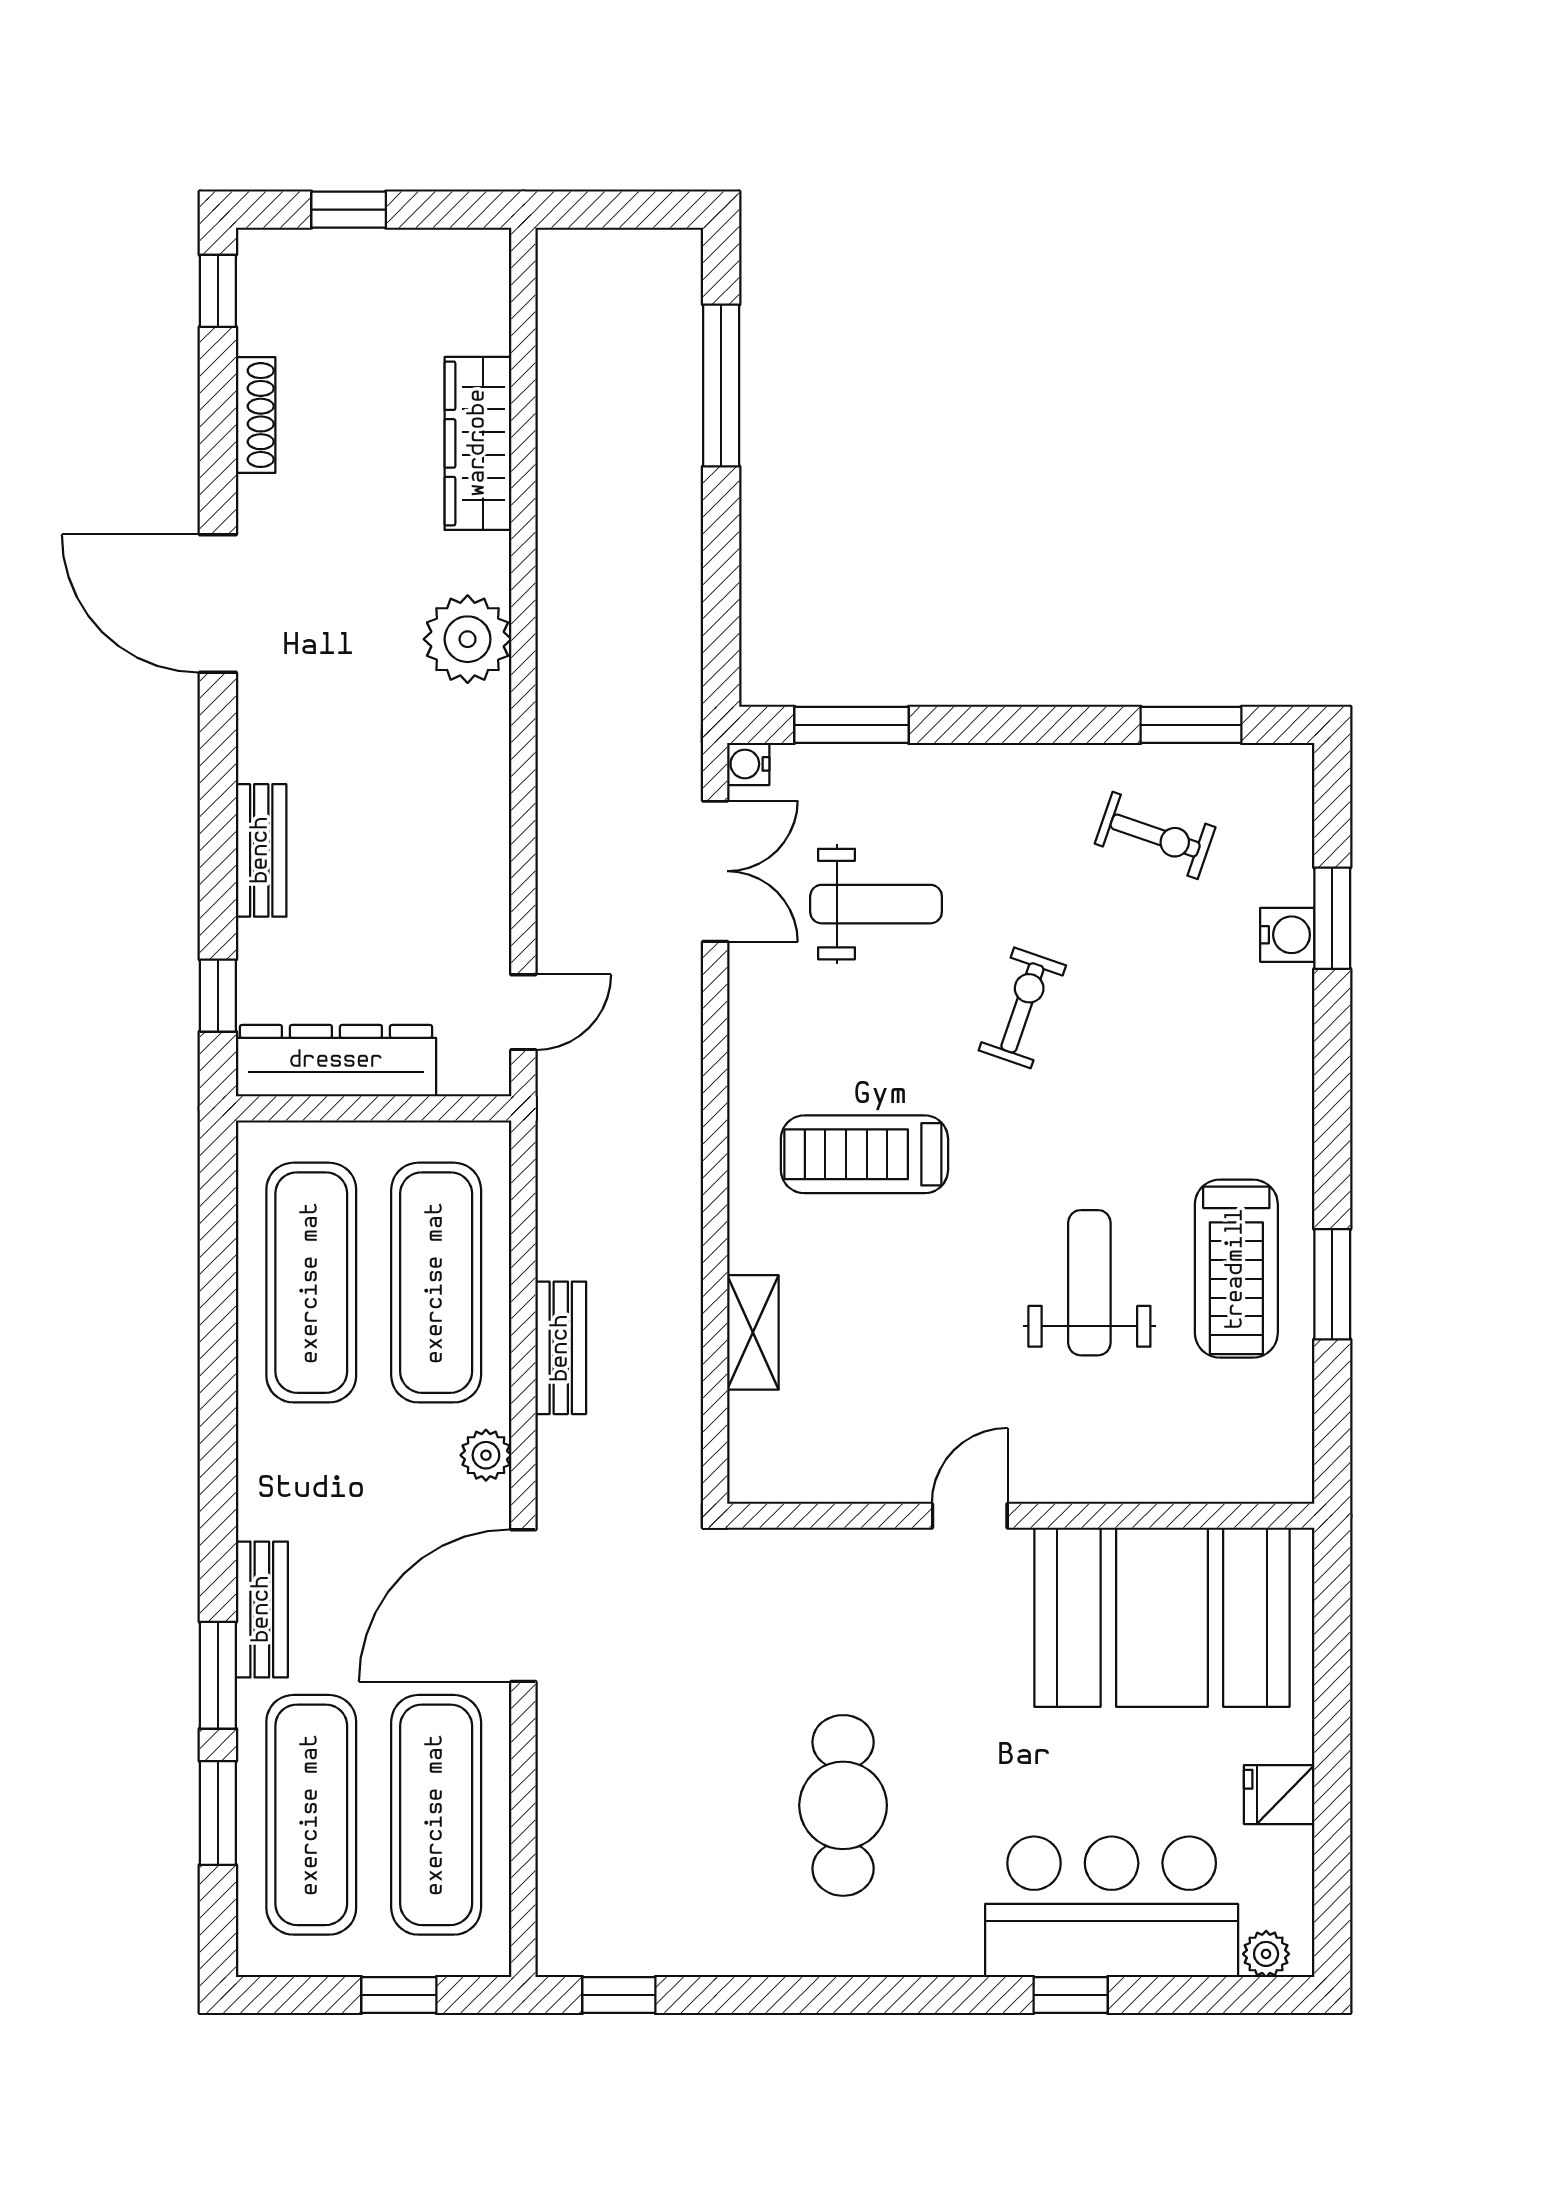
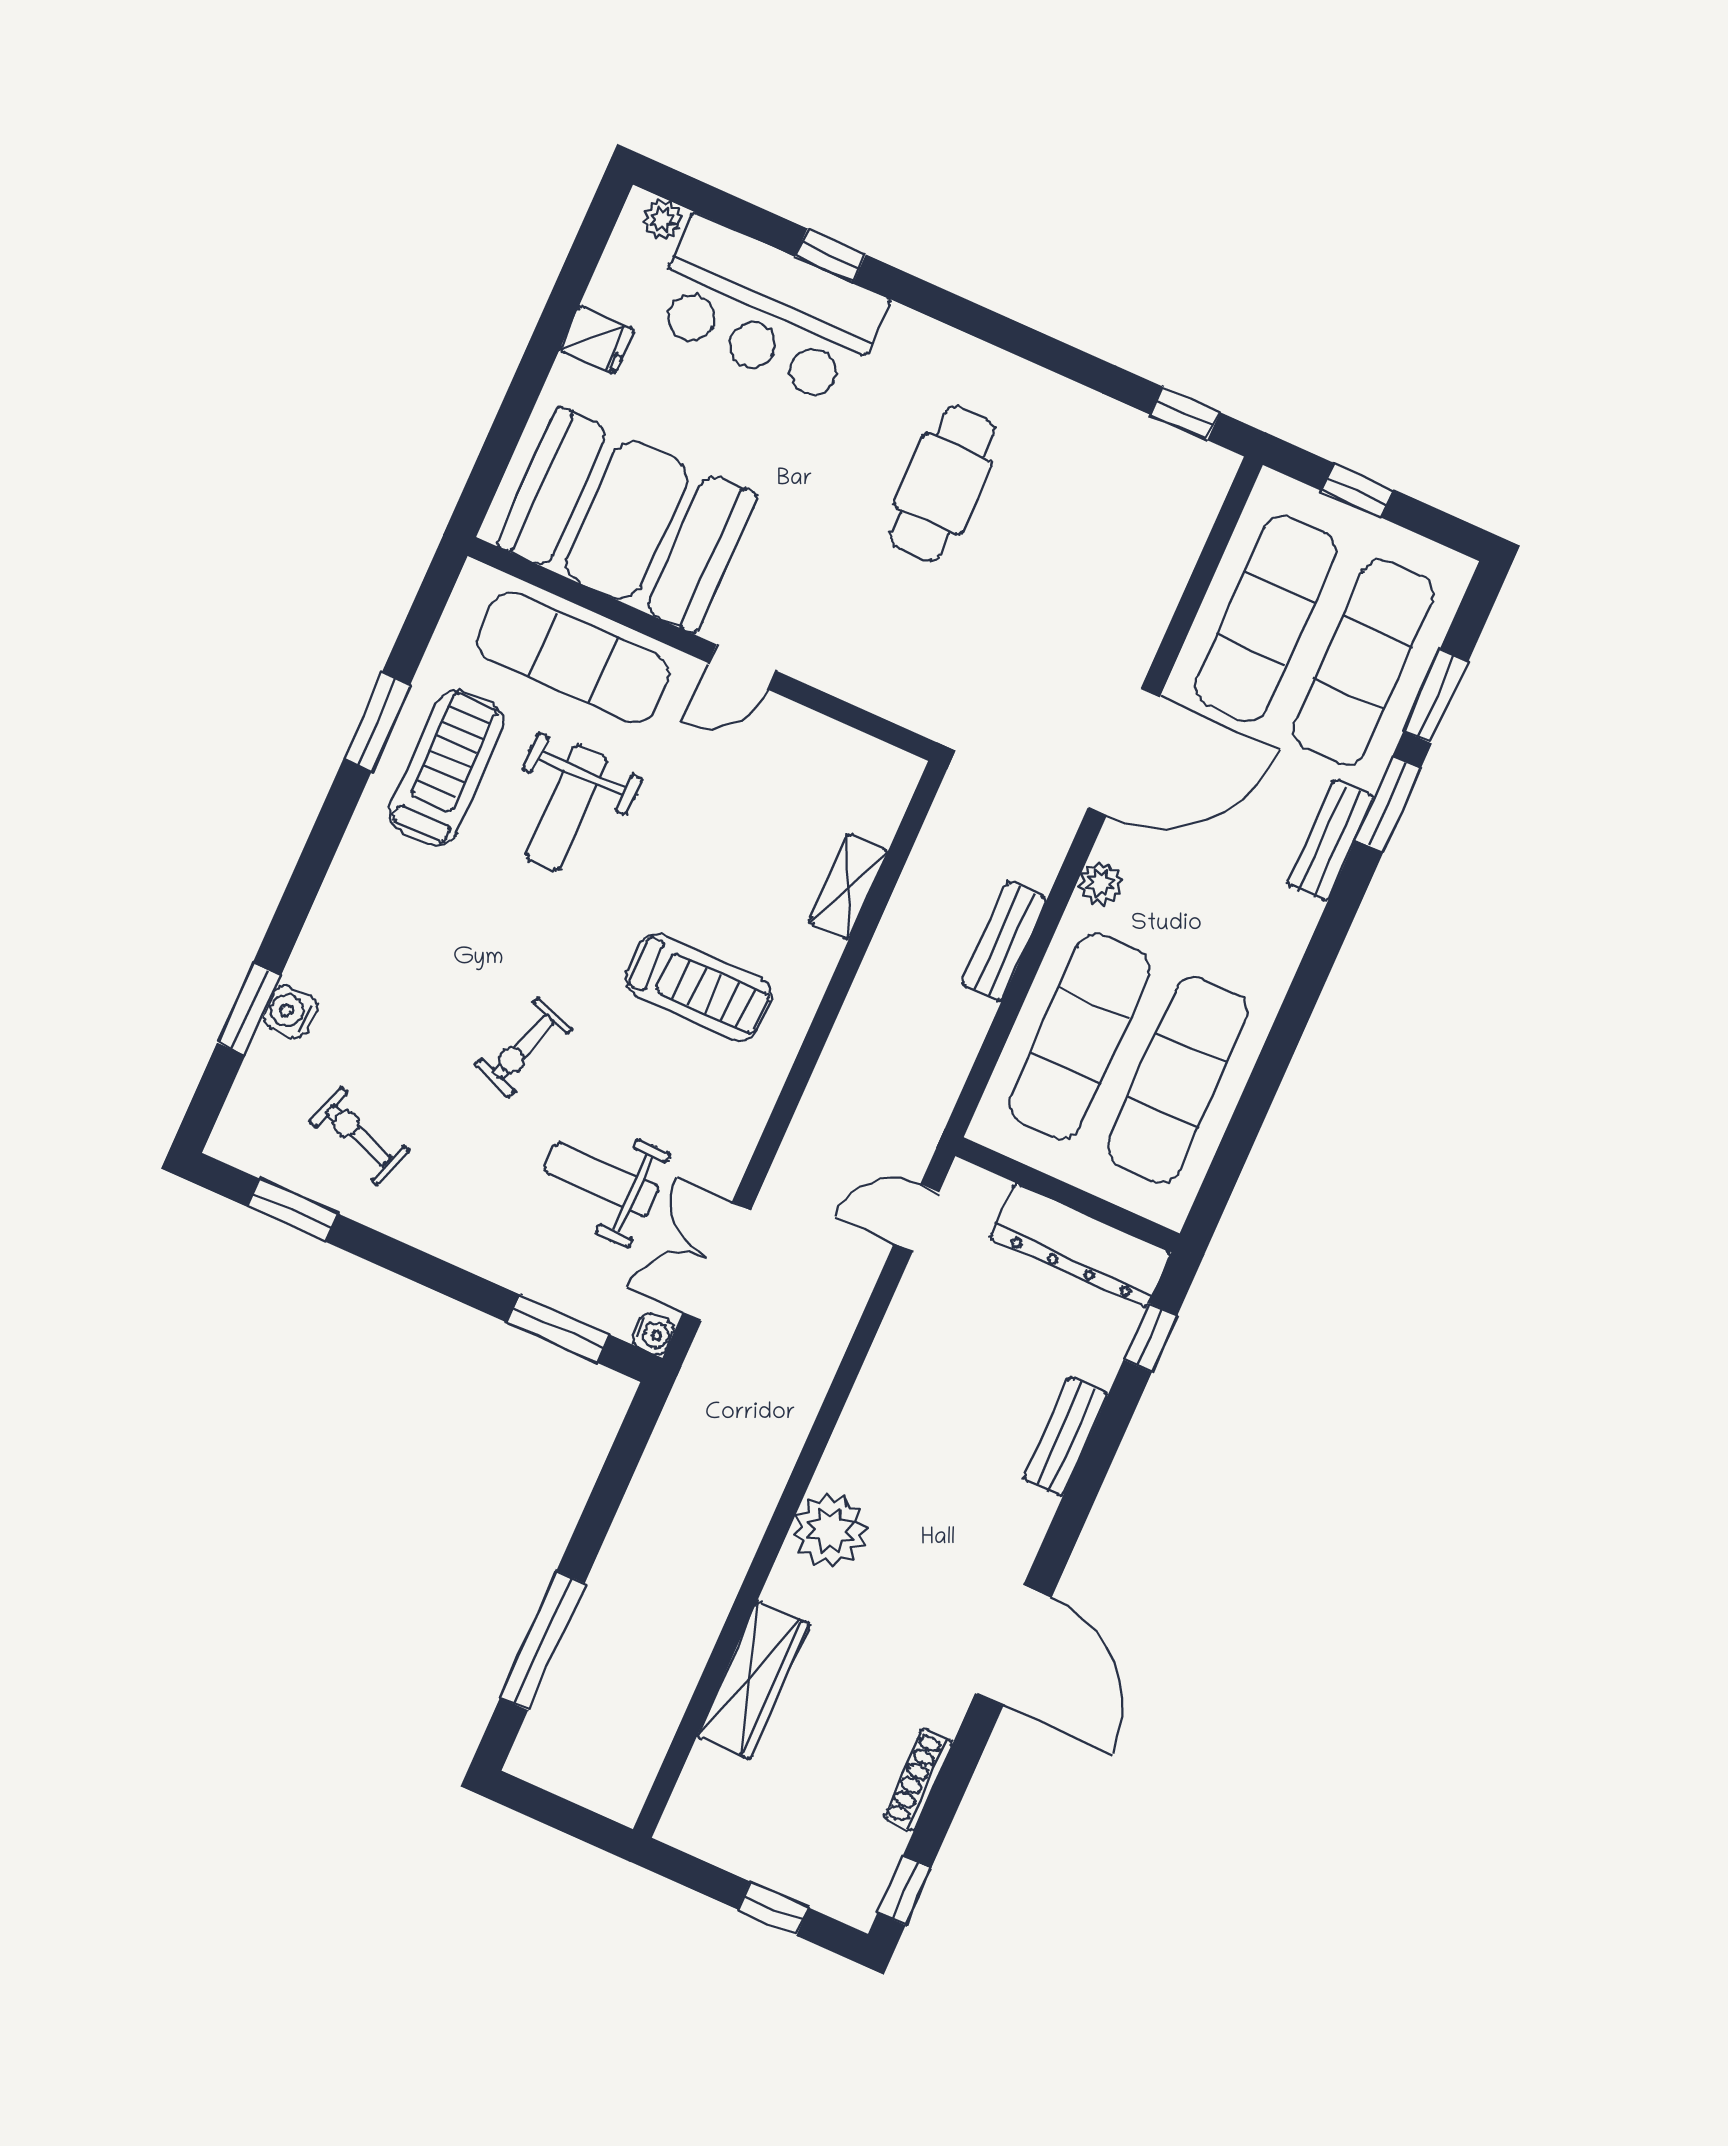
exercise mat: (1154, 1446) -> (573, 658), added

